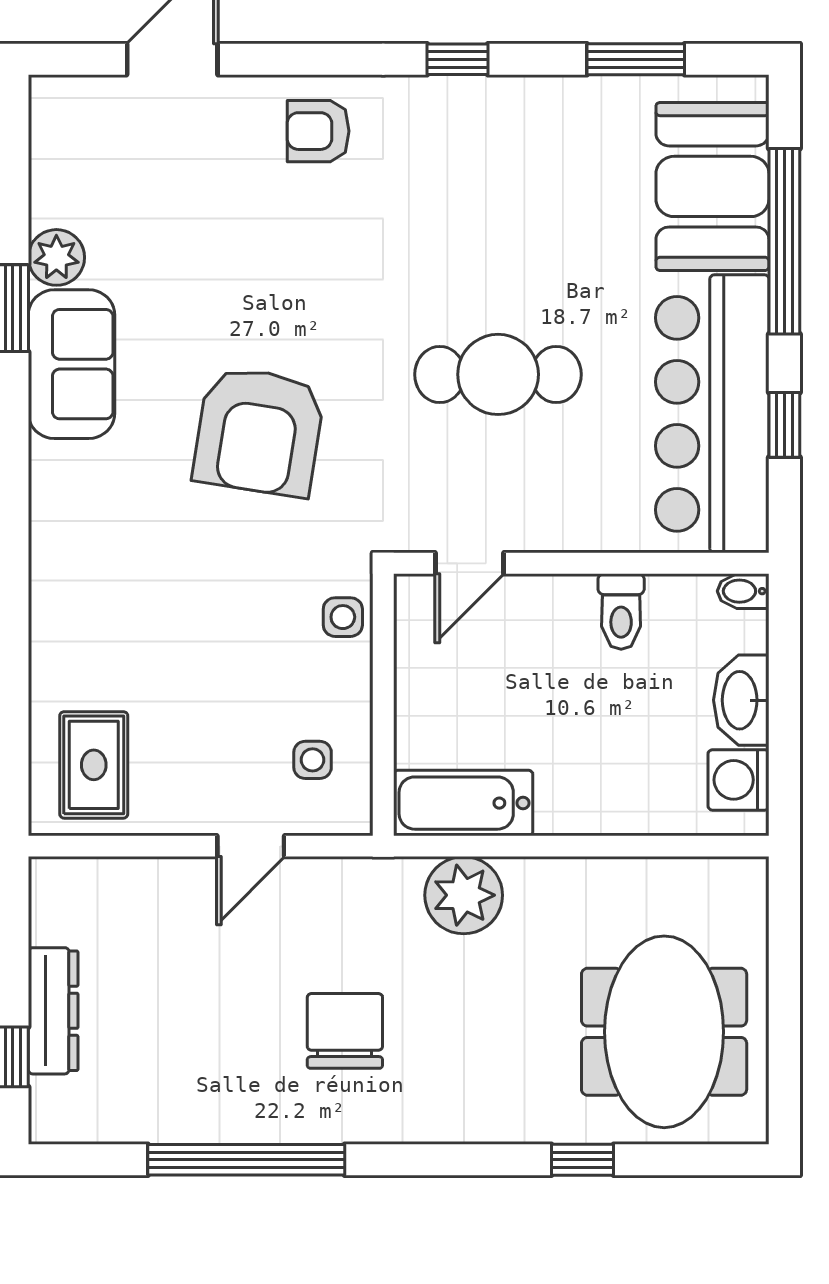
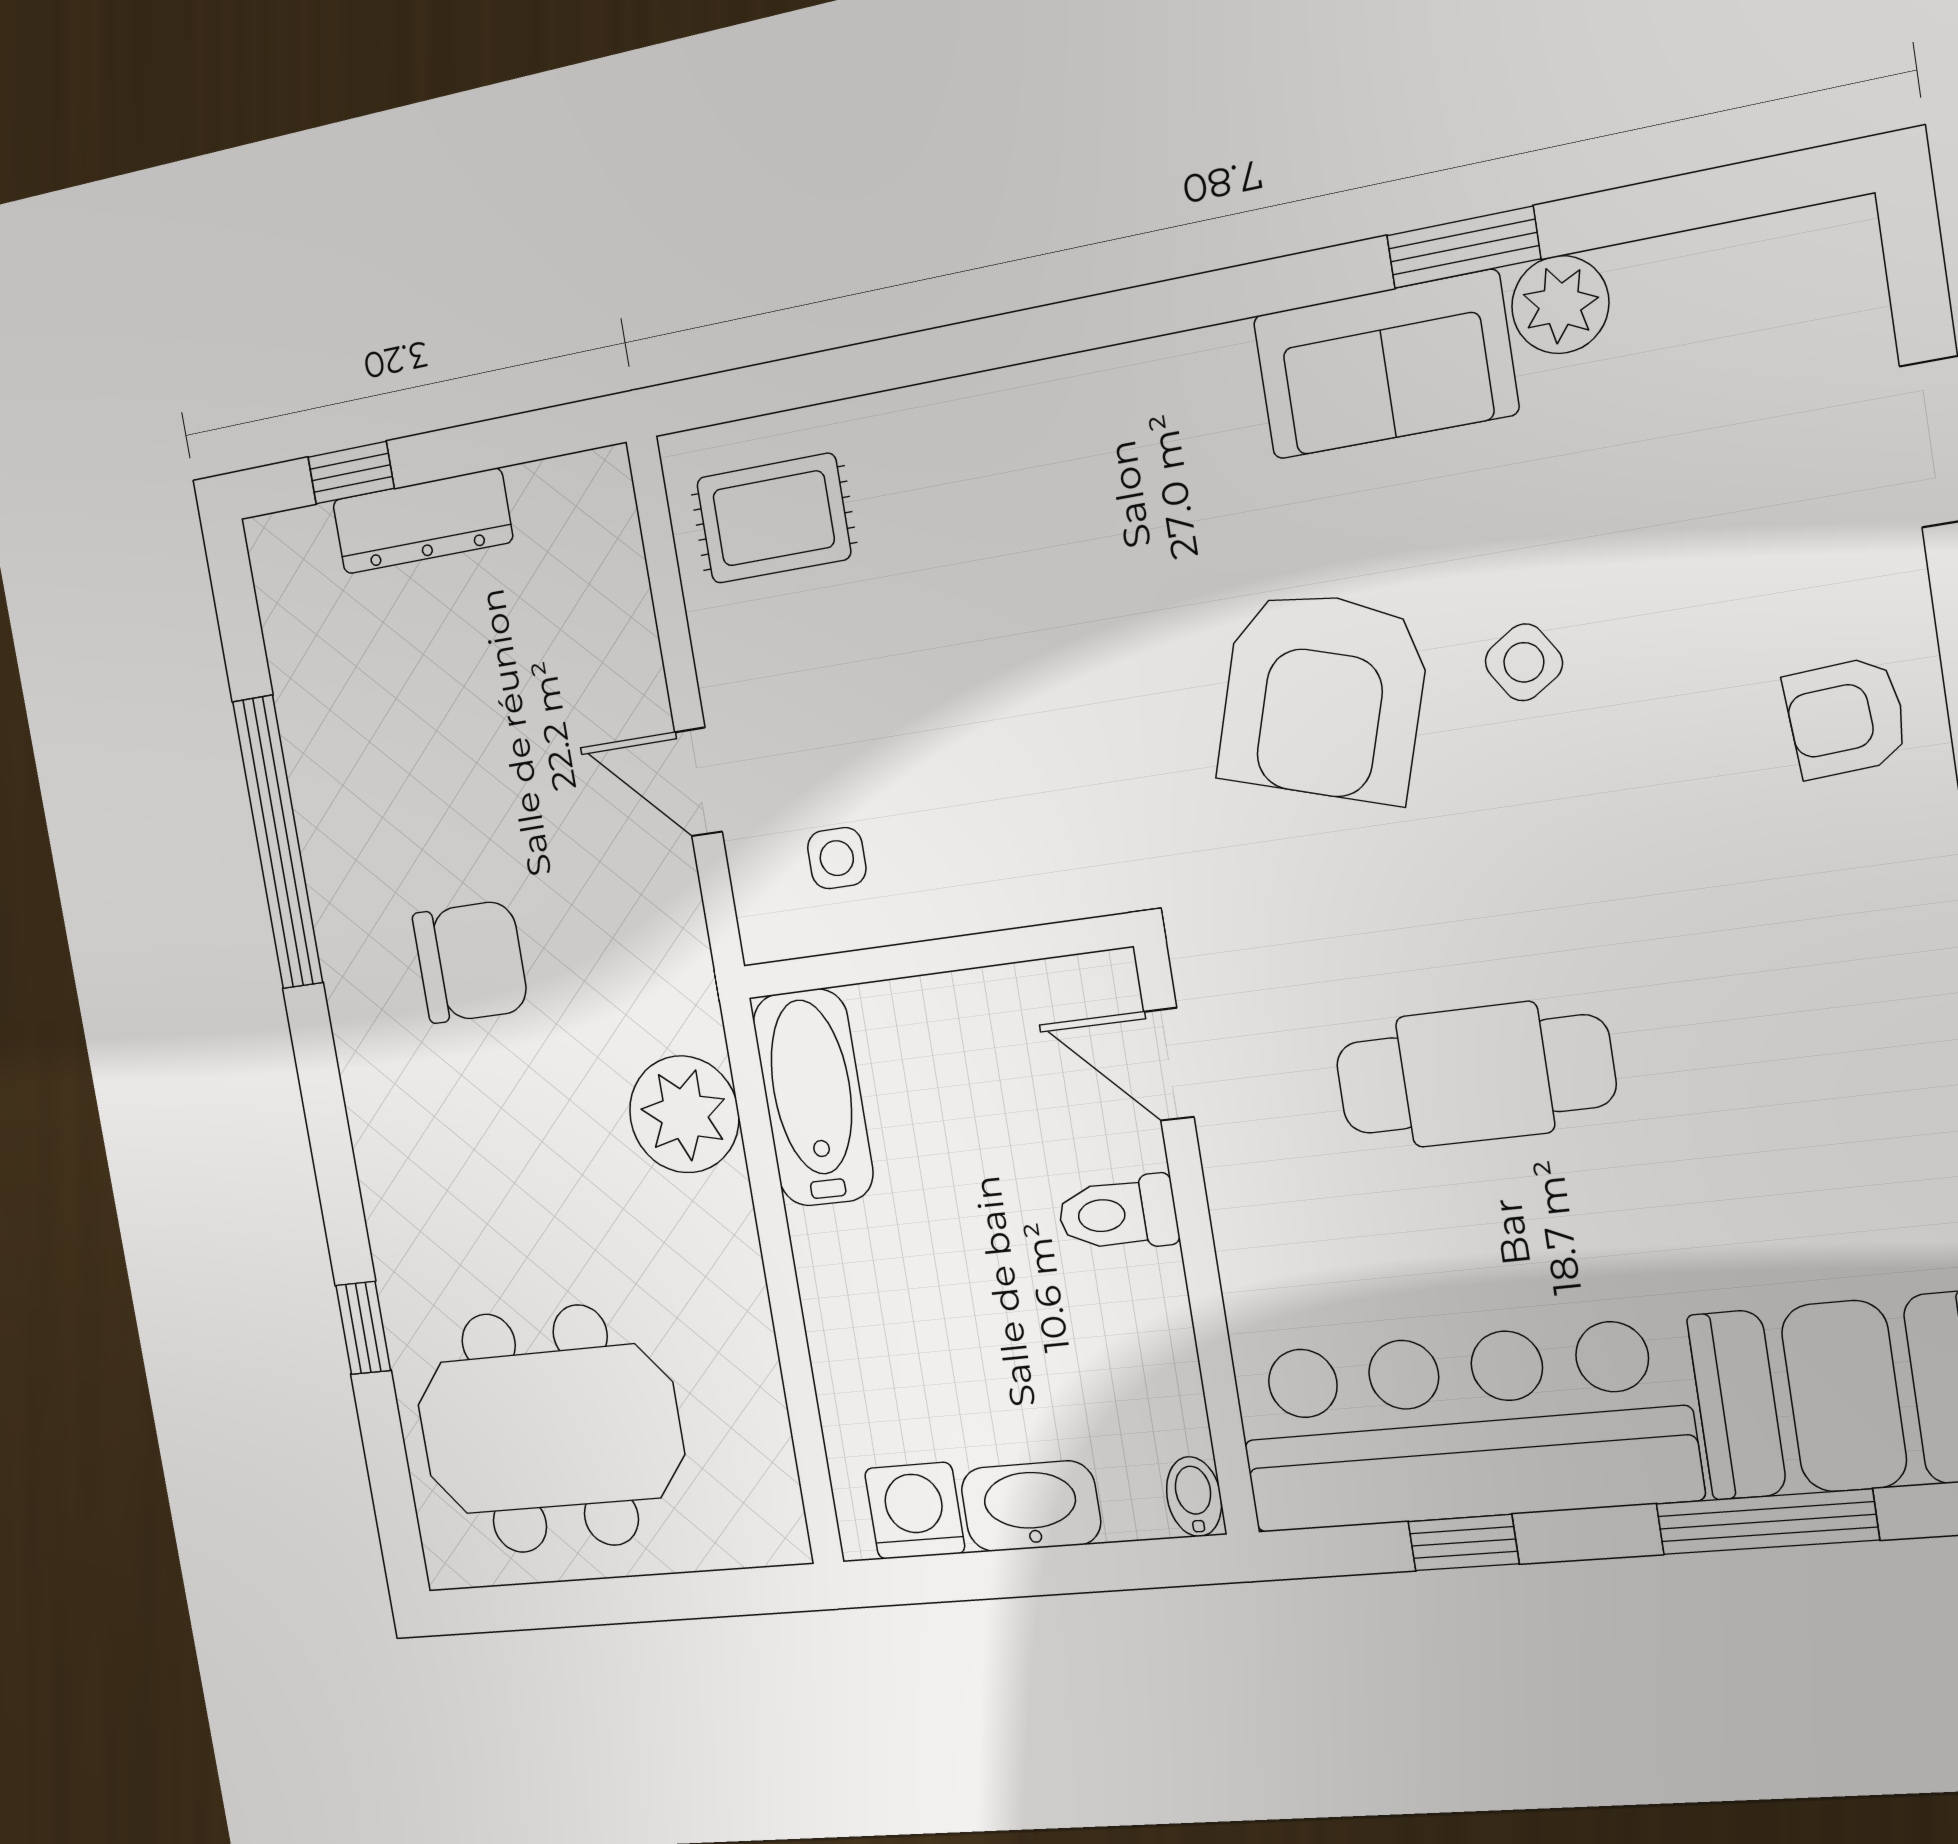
armchair: (318, 131) -> (1846, 718), turned -94
window: (784, 241) -> (1767, 1522), width x0.68
cafe table: (498, 374) -> (1475, 1074), turned 90
armchair: (259, 431) -> (1323, 696), turned -82
toilet: (621, 612) -> (1118, 1214), moved
side table: (343, 617) -> (1524, 662), moved, turned -33

